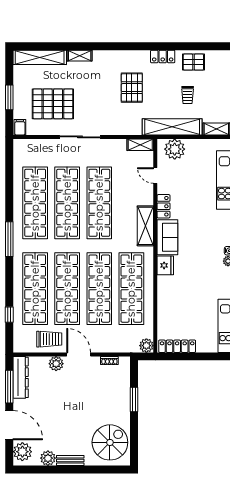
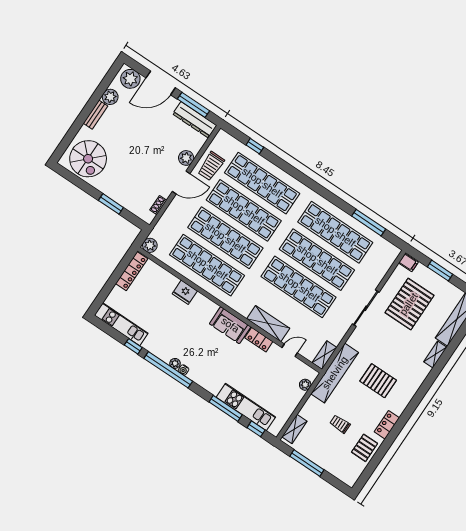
shelving: (172, 127) -> (335, 373), moved
plant: (175, 149) -> (305, 385), width x0.53, depth x0.53
shelving: (145, 226) -> (268, 324), moved
window: (9, 239) -> (369, 223), moved
fridge: (165, 265) -> (185, 292), moved

